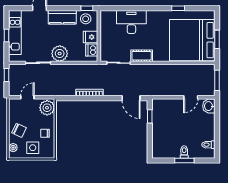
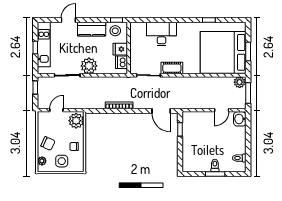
plant: (209, 70) -> (240, 82), added

